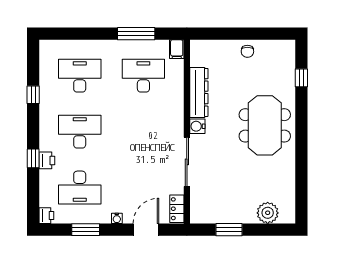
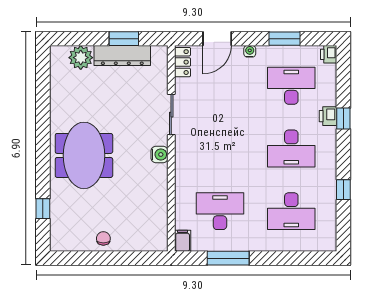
desk: (143, 76) -> (220, 211), turned 180
dresser: (199, 92) -> (122, 55), moved, turned -90
sliding door: (187, 162) -> (171, 115), width x0.73

